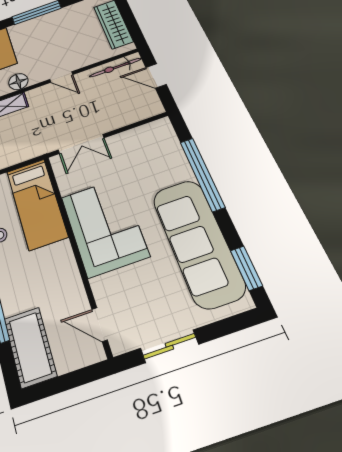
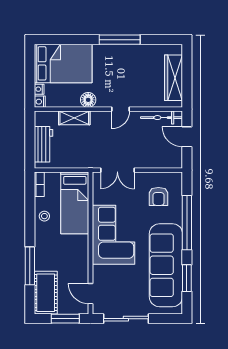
door: (61, 77) -> (121, 109), hinge flipped
armchair: (148, 155) -> (158, 196), added
window: (246, 268) -> (187, 278), moved
sliding door: (169, 346) -> (126, 319), width x1.37
window: (73, 380) -> (65, 319), added

